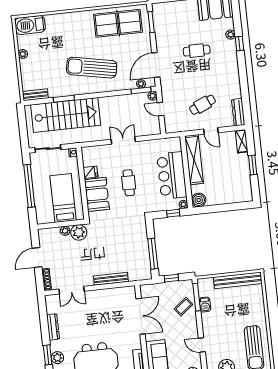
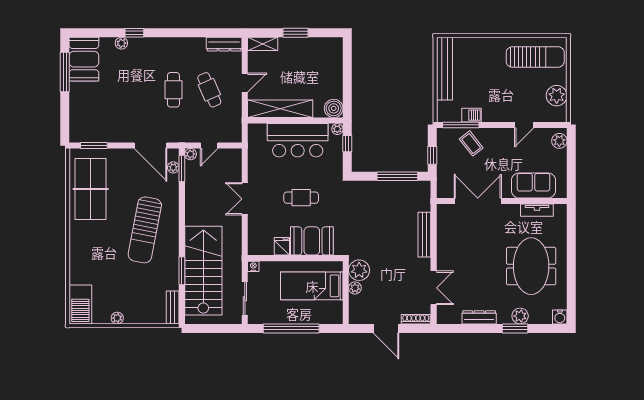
cafe table: (197, 51) -> (173, 90), moved

